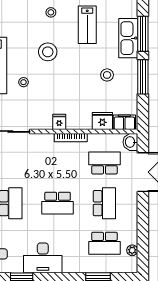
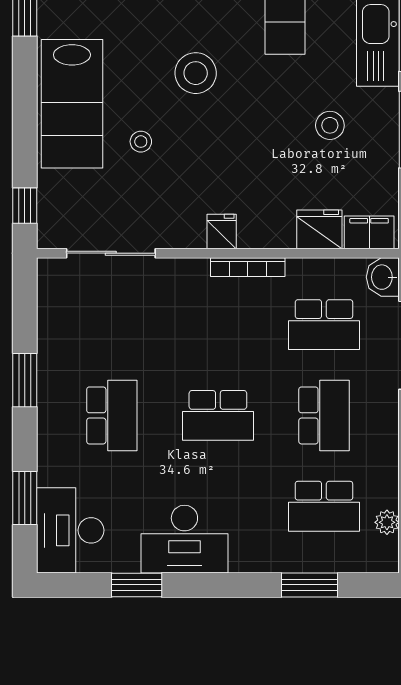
school desk: (104, 163) -> (324, 325), turned 180

